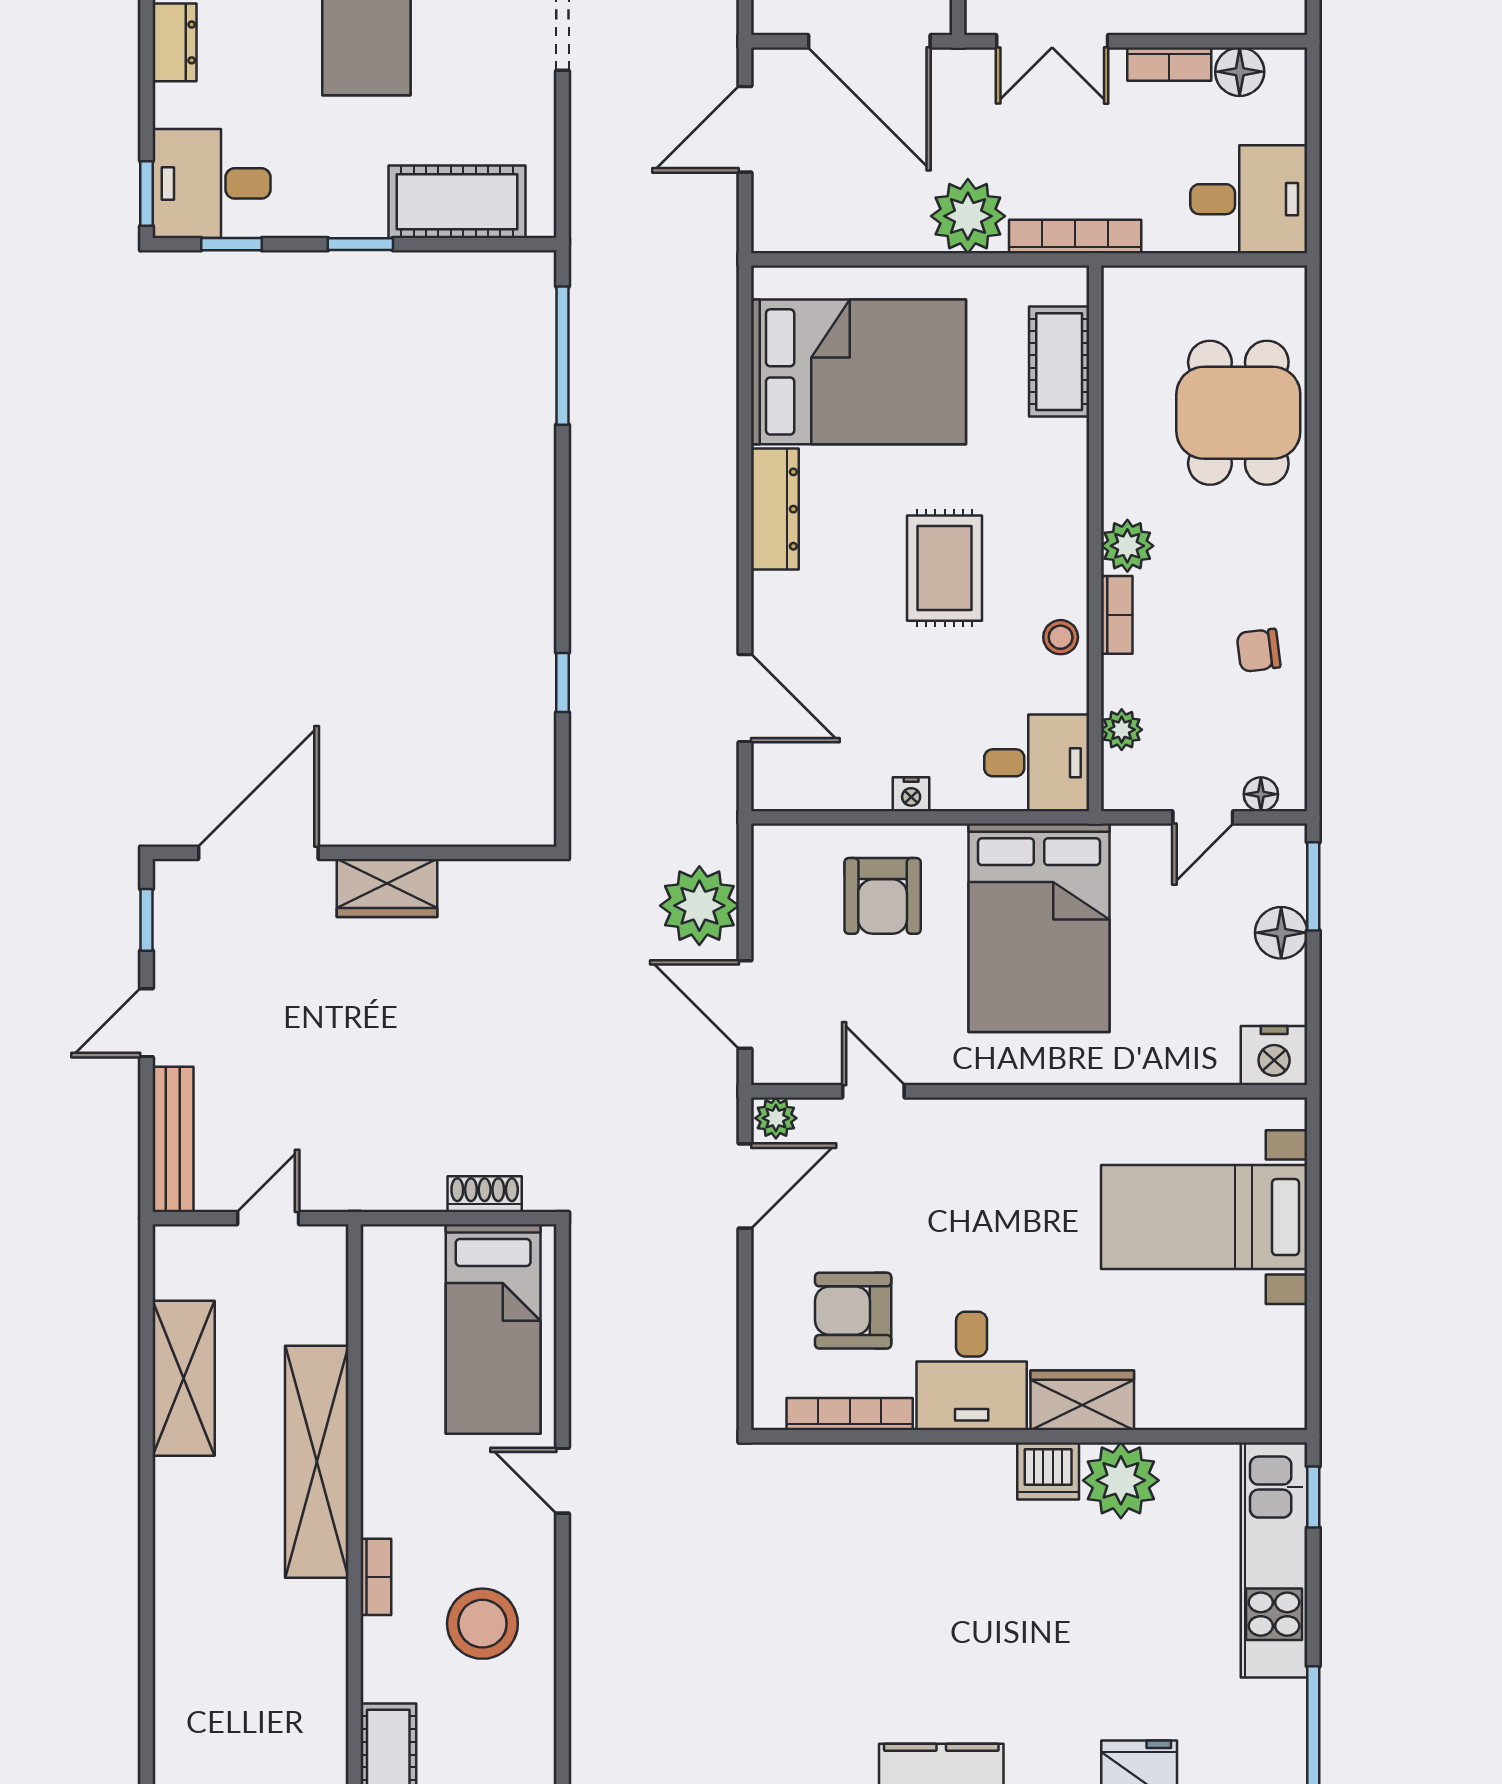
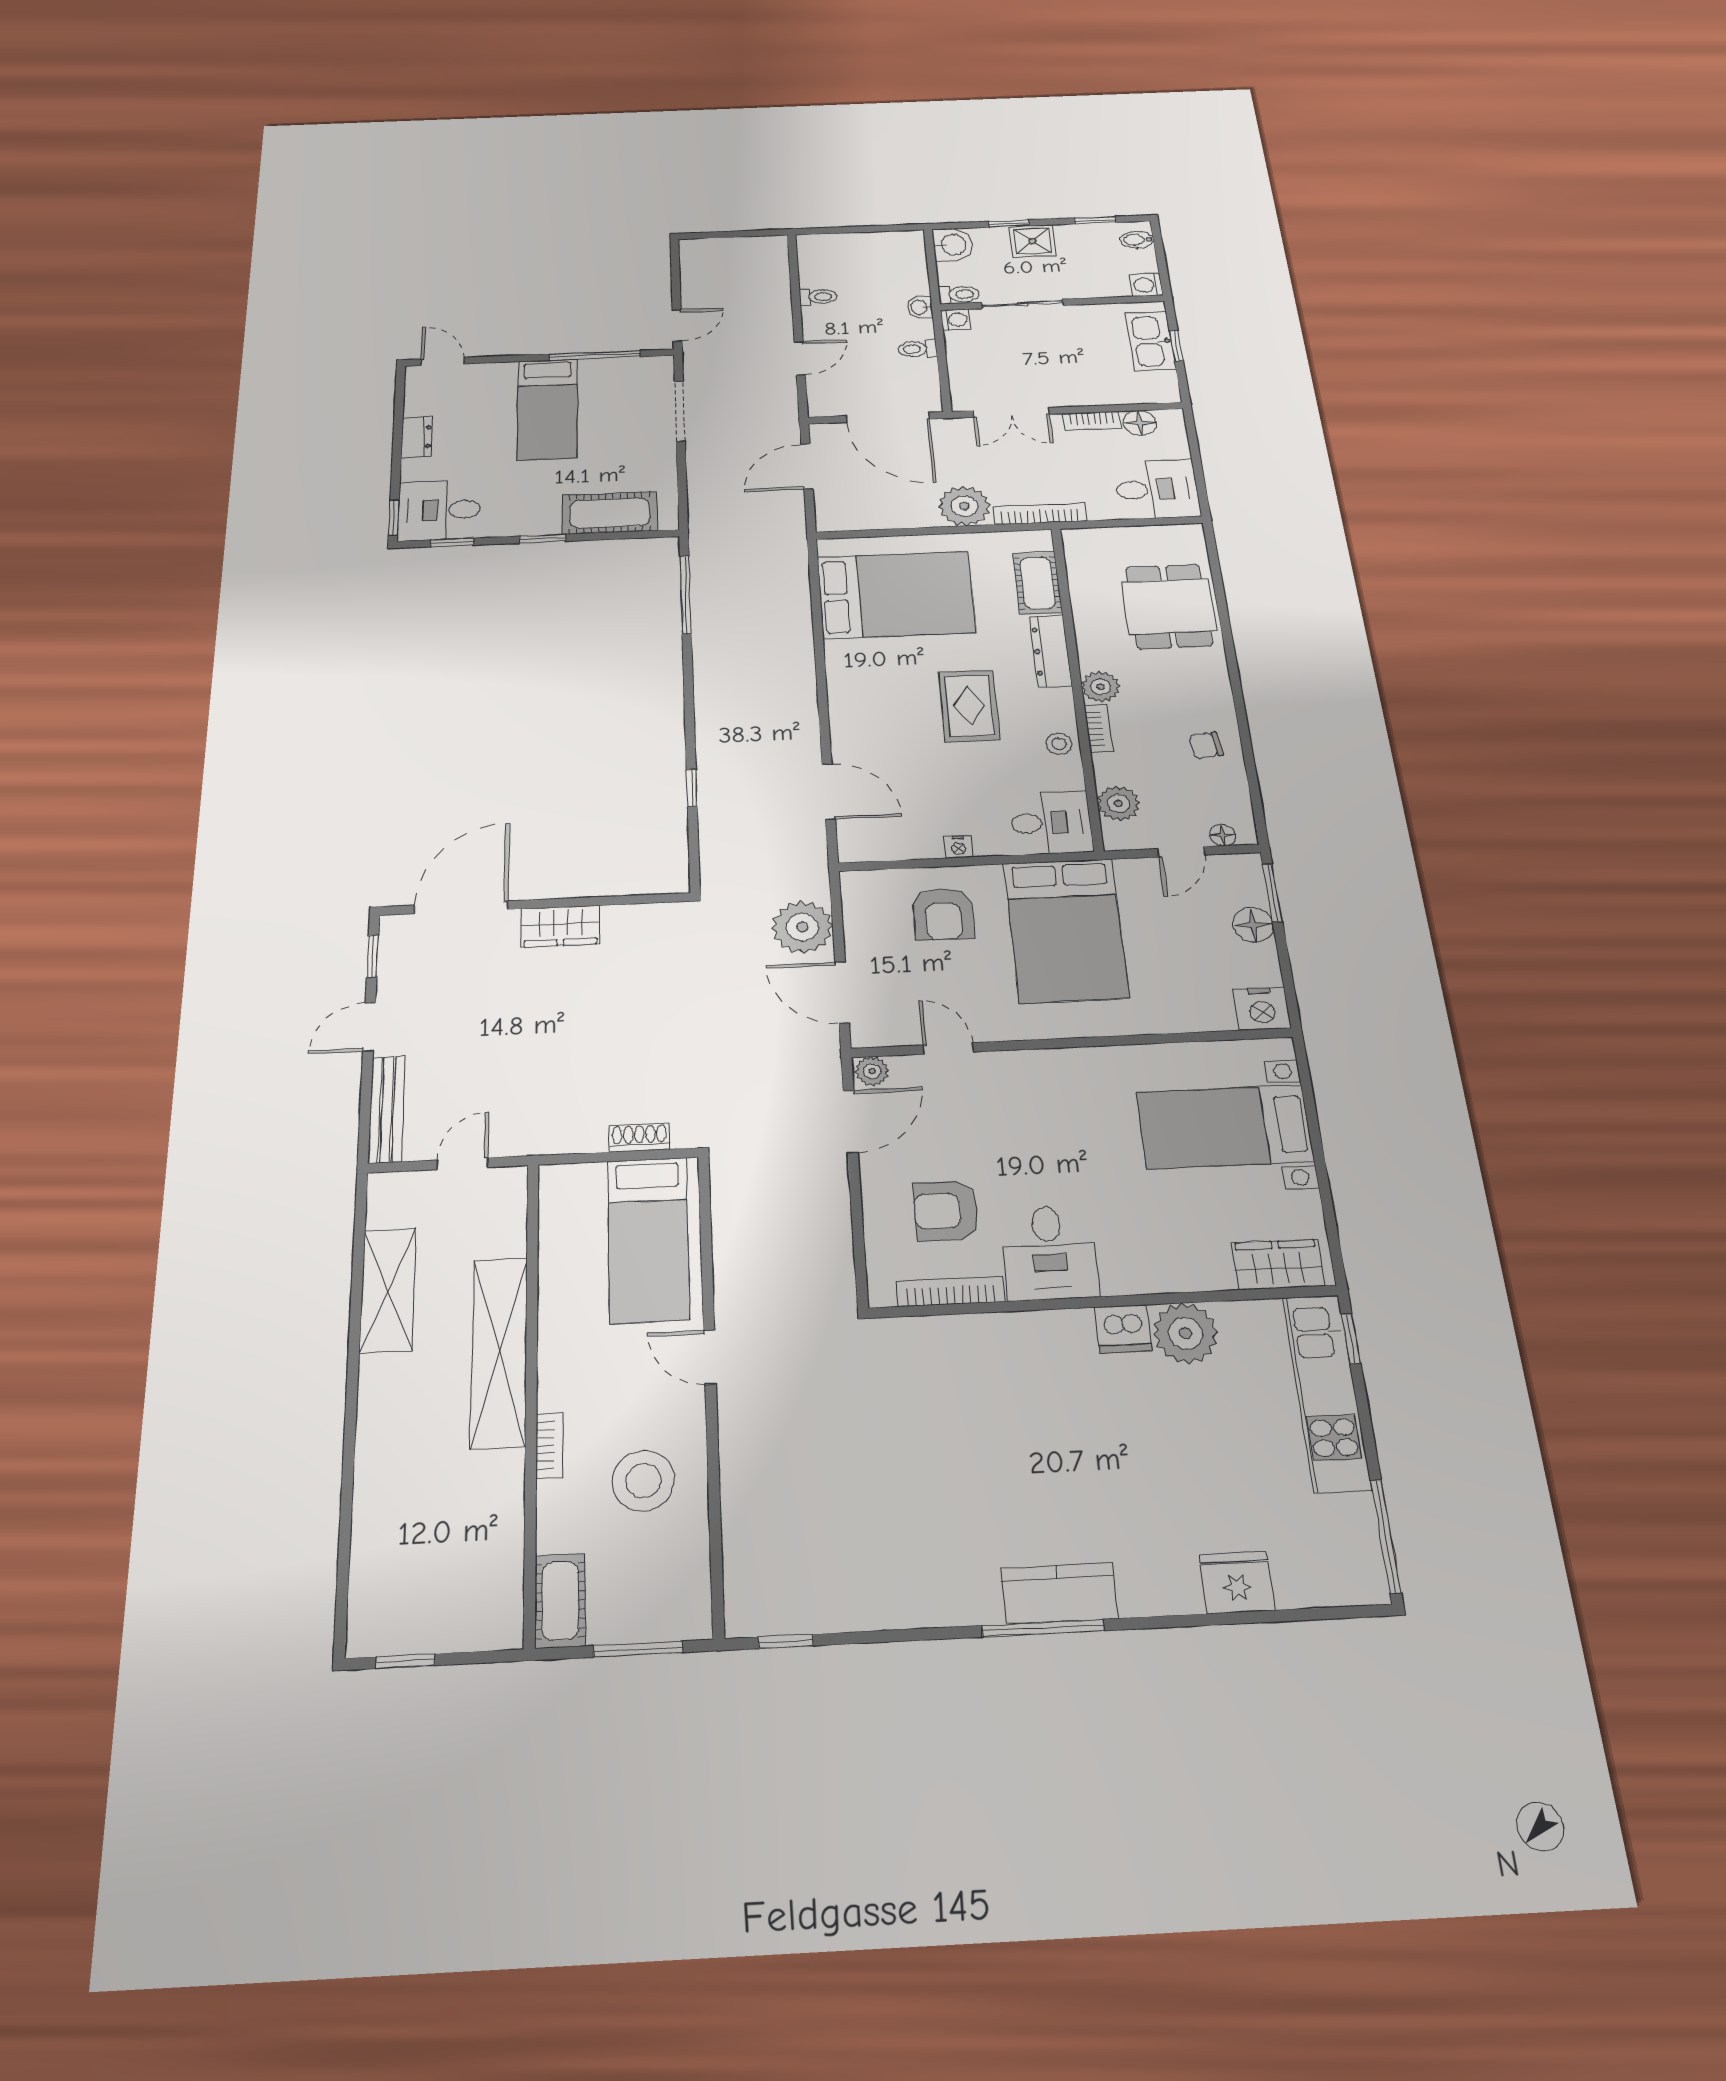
dresser: (775, 509) -> (1051, 651), moved, turned 180
plant: (1122, 730) -> (1118, 803), width x1.38, depth x1.38
wardrobe: (1082, 1400) -> (1278, 1265), moved

